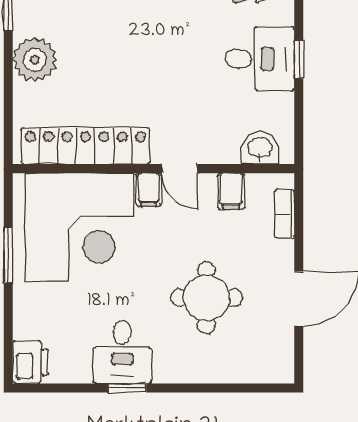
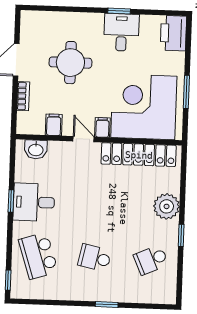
bookcase: (285, 214) -> (23, 96), moved
printer: (30, 362) -> (173, 33), width x1.37, depth x1.19

